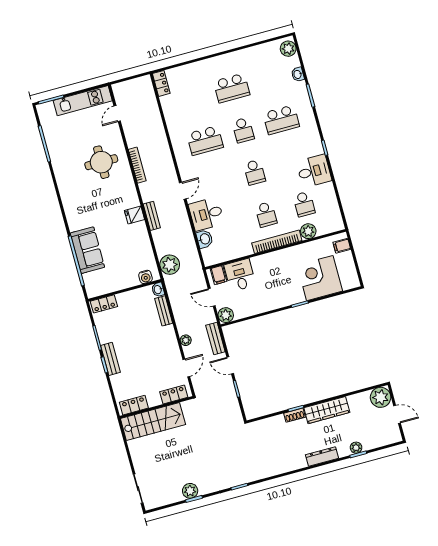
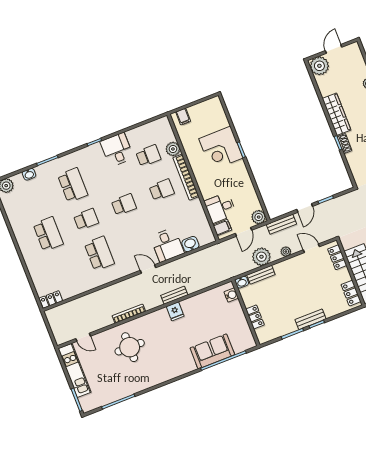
plant: (170, 265) -> (261, 257), moved
corner desk: (320, 278) -> (221, 148), moved
locker: (104, 304) -> (255, 317), moved

